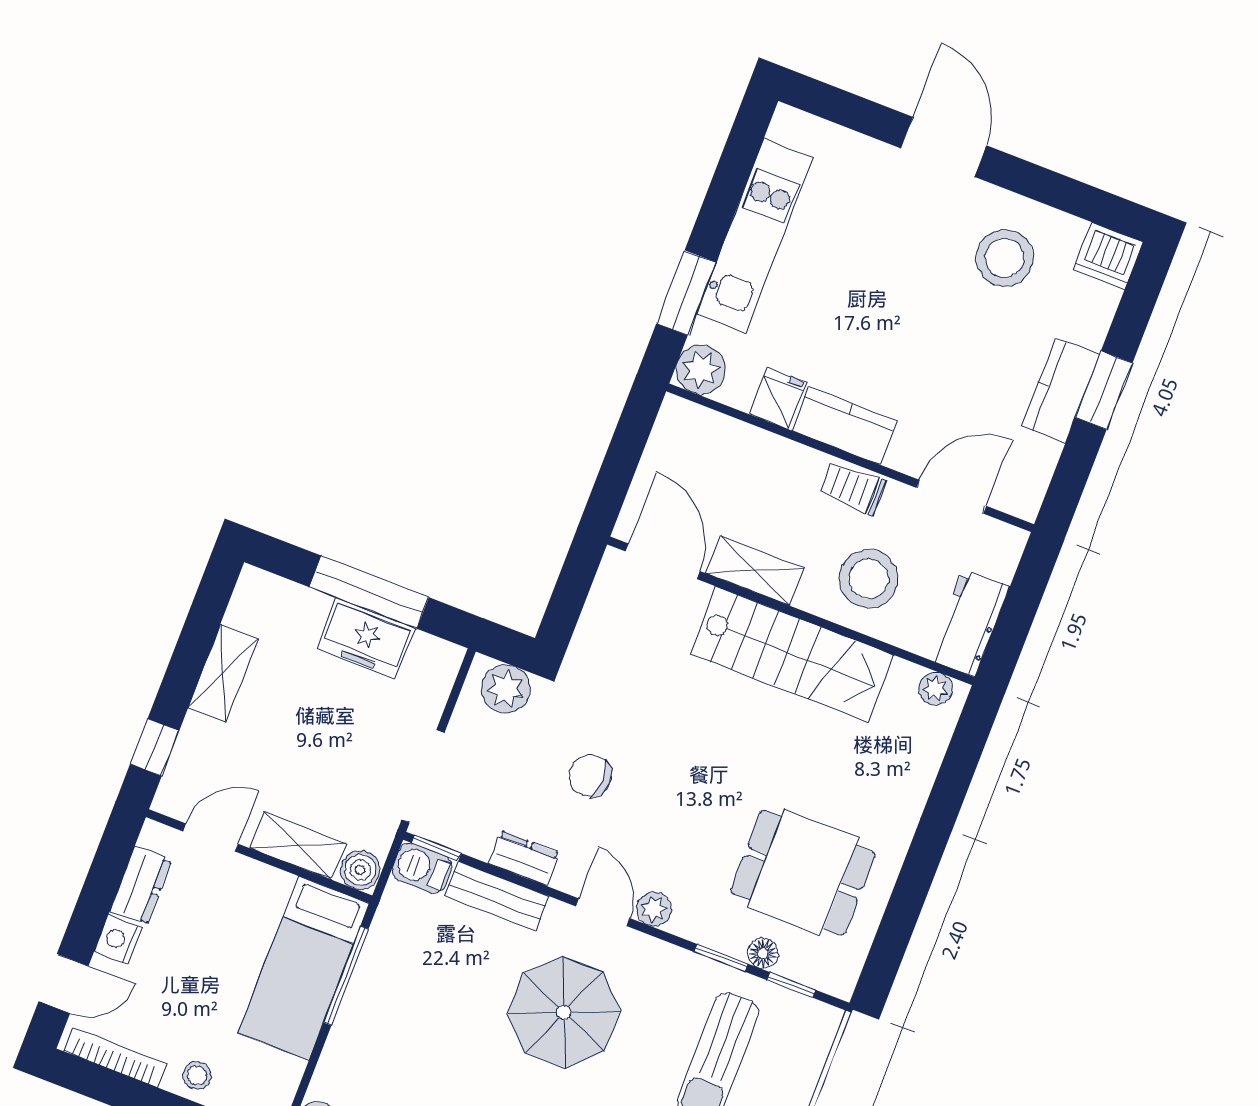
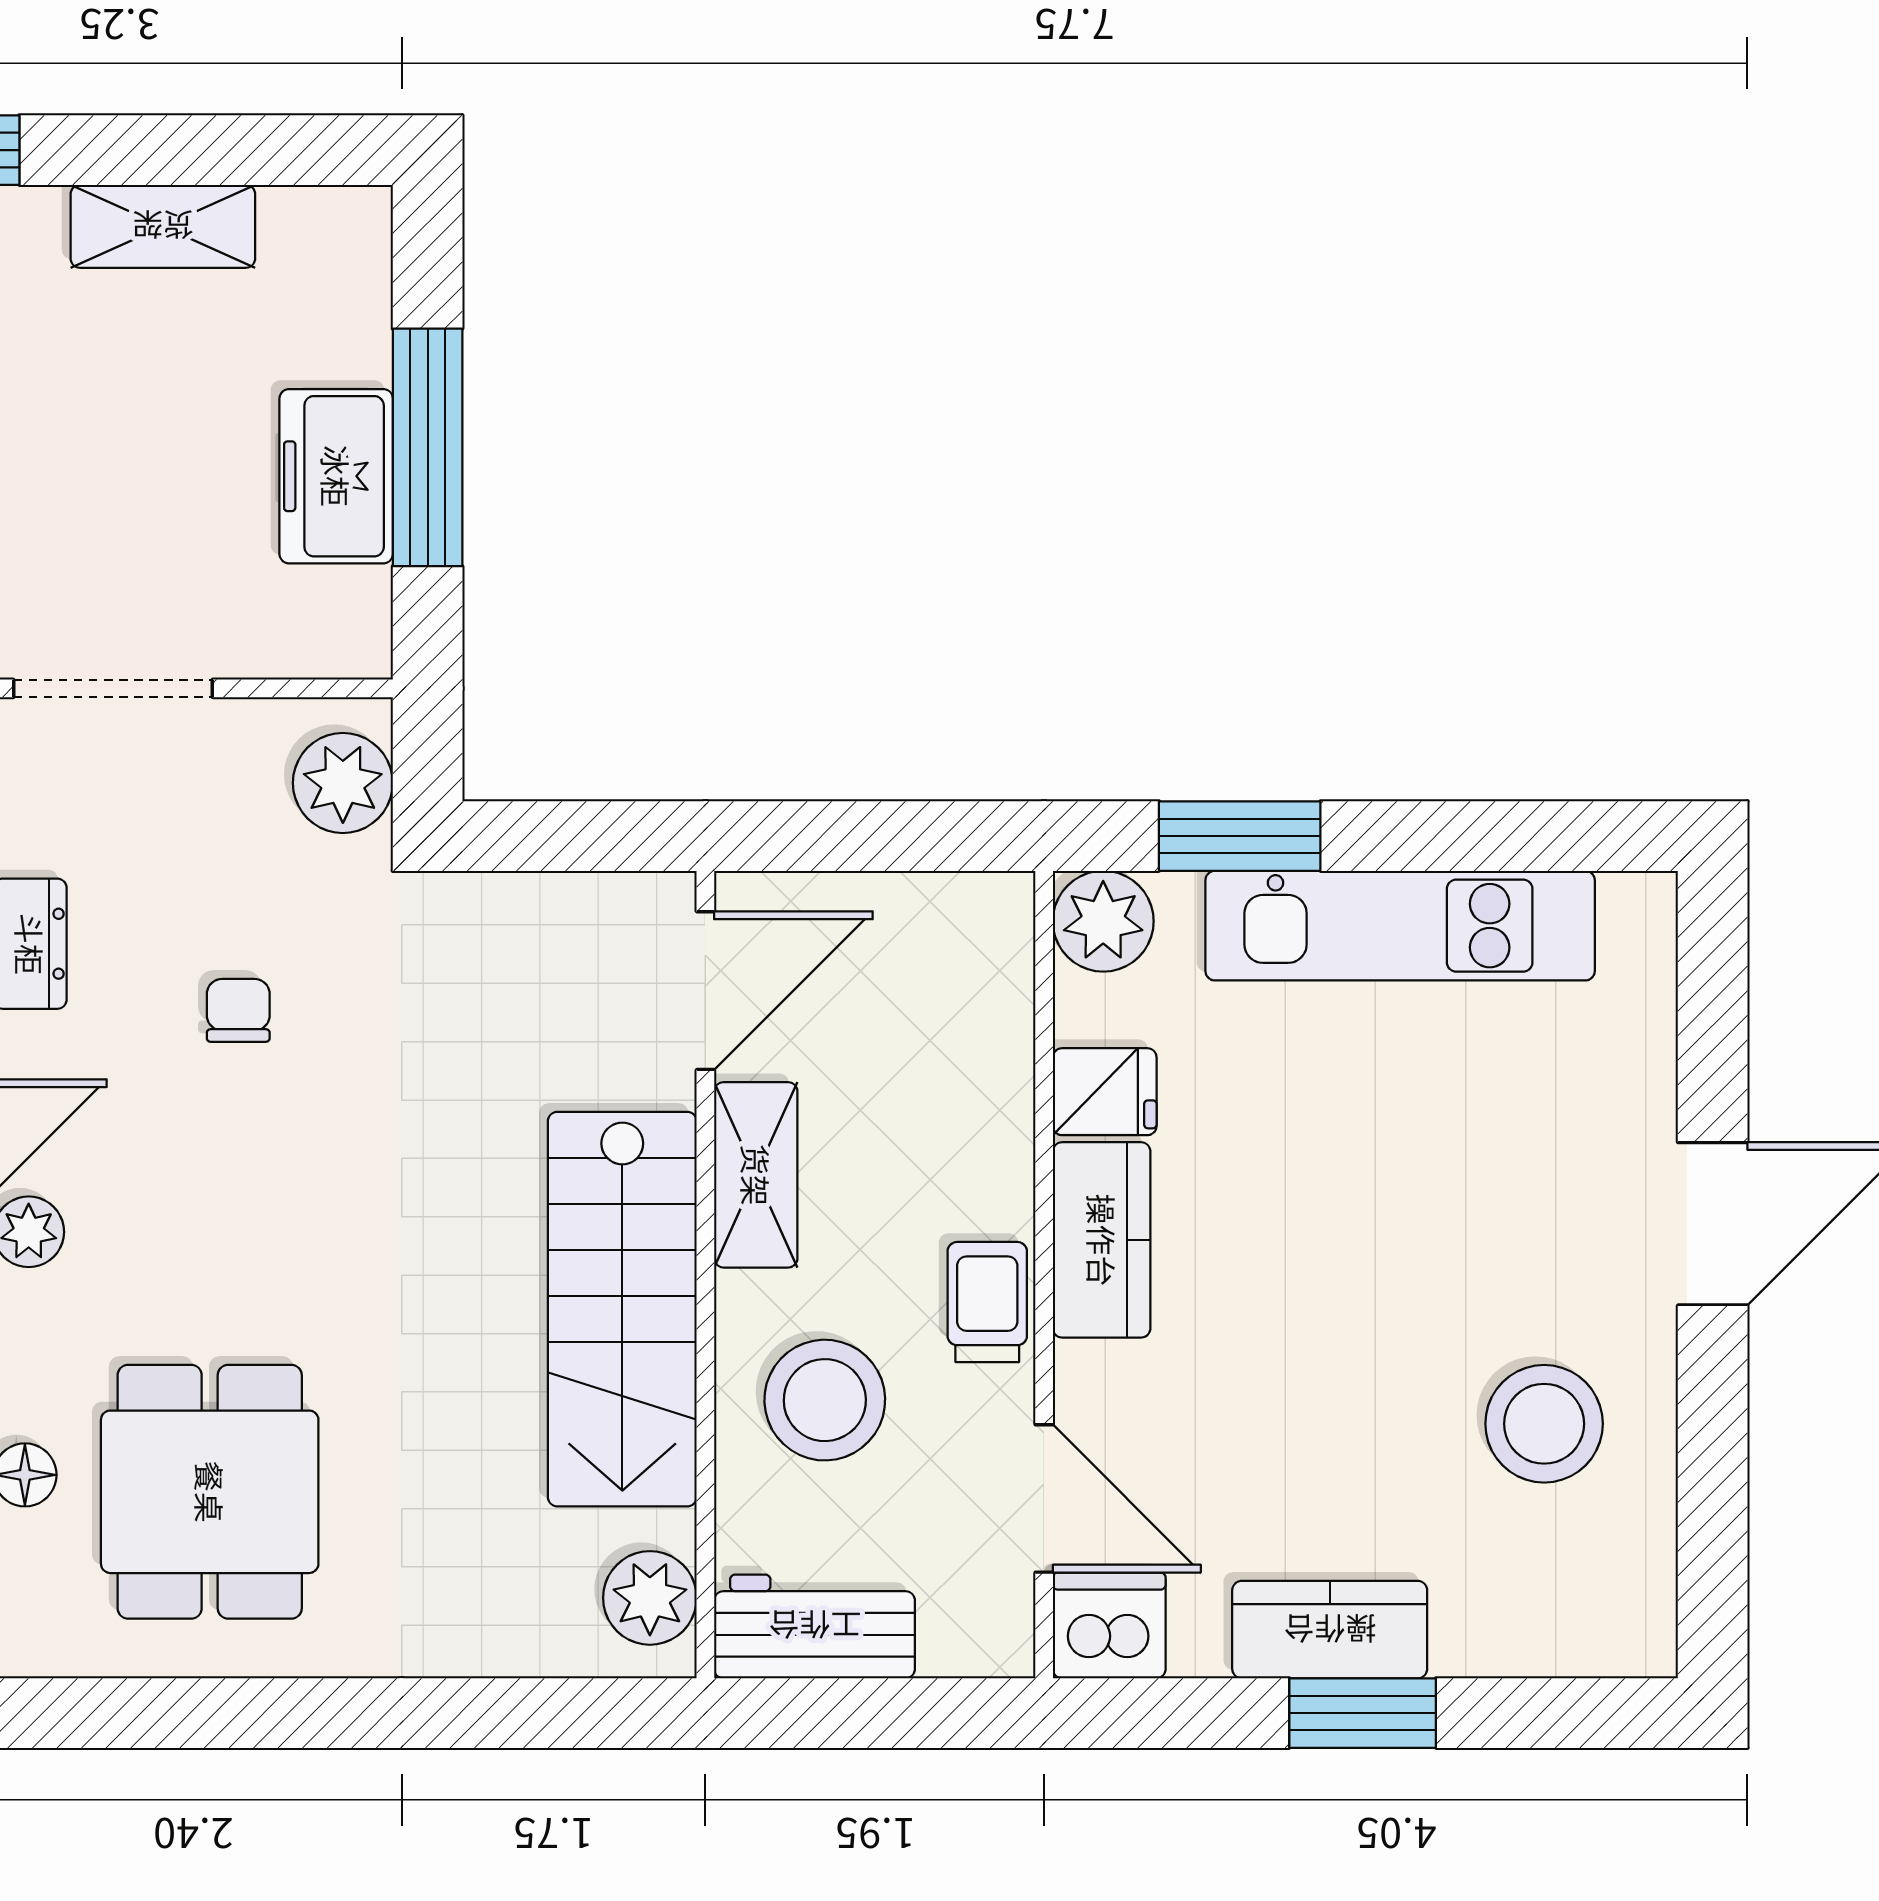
dishwasher: (1108, 256) -> (1109, 1625), moved, turned 90
plant: (936, 689) -> (650, 1598), width x1.38, depth x1.38
chair: (590, 776) -> (238, 1010), width x0.73, depth x0.73

